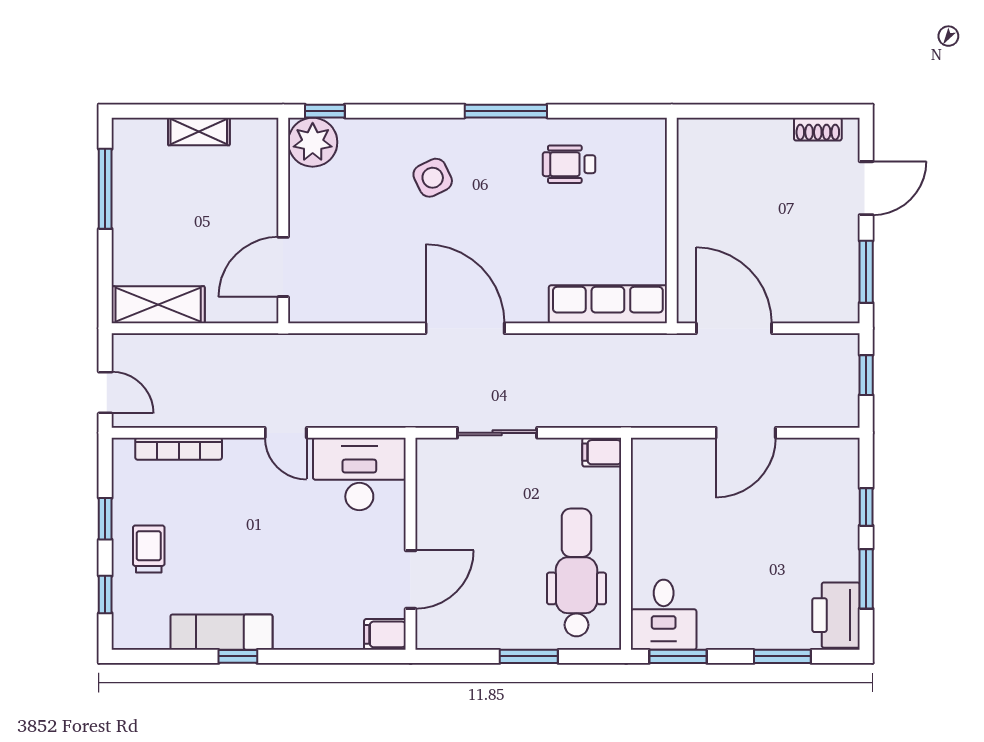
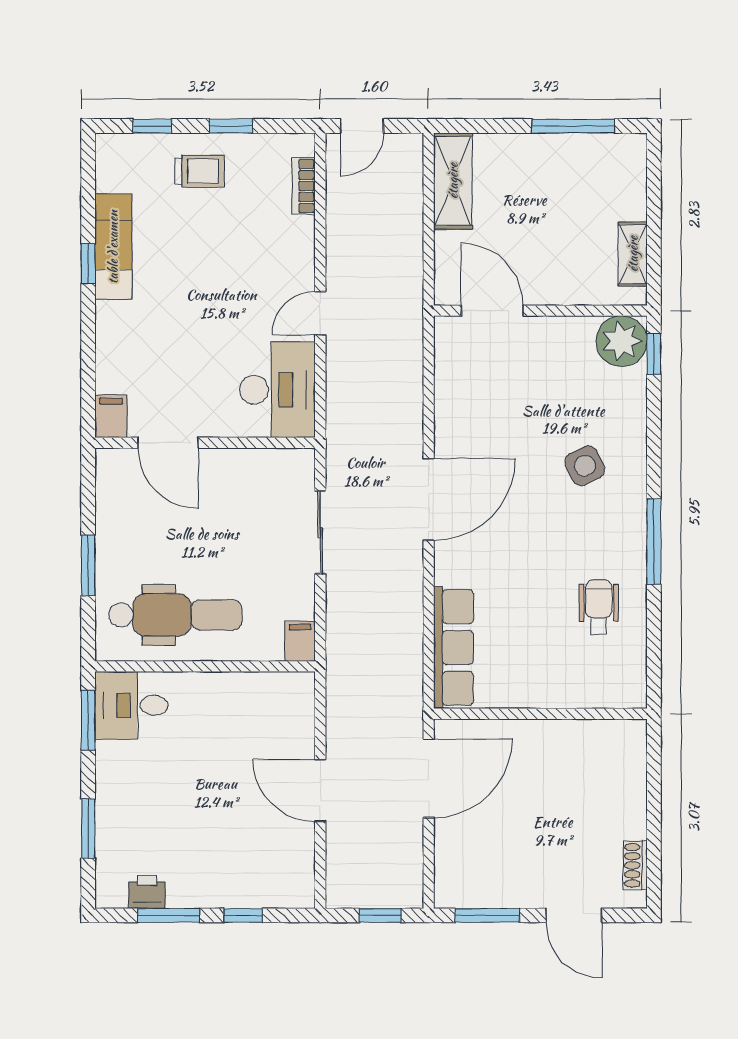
shelving: (199, 131) -> (633, 254), moved
bookcase: (179, 449) -> (304, 186), width x0.64
printer: (836, 615) -> (147, 892), width x0.53, depth x0.68

